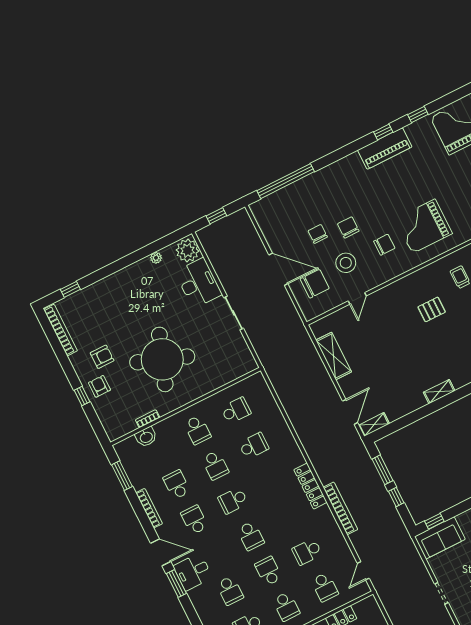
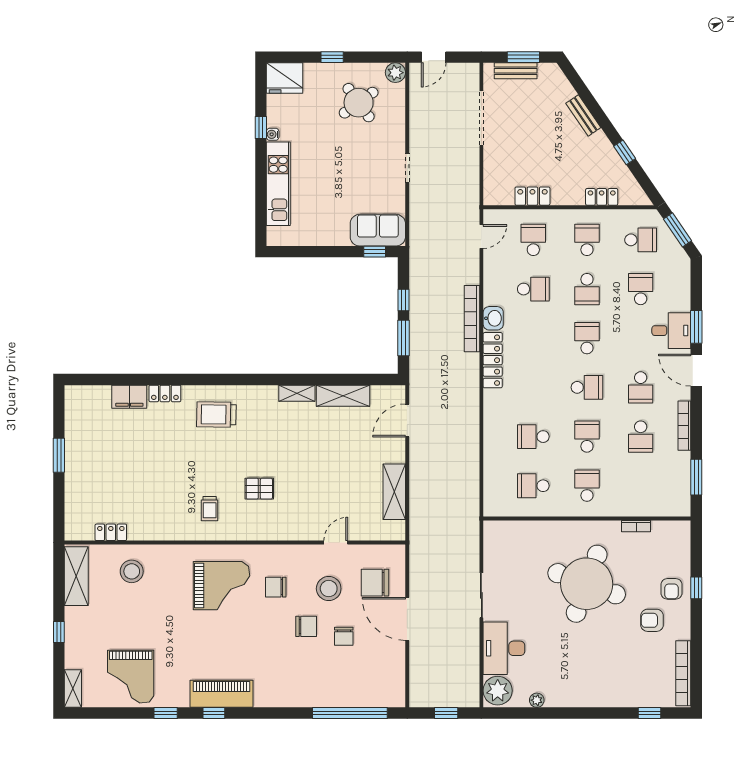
chair: (348, 227) -> (306, 626), turned -90
shelving: (374, 424) -> (343, 396), moved, width x1.50, depth x1.33
washbasin: (146, 437) -> (493, 318), moved, turned 90

